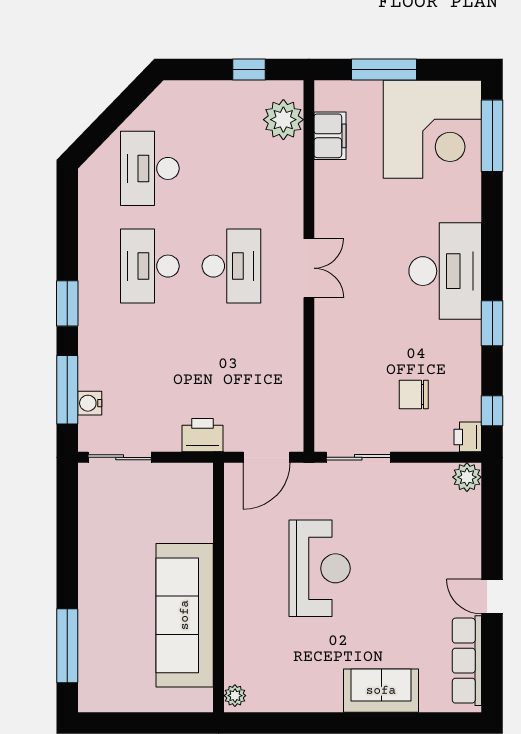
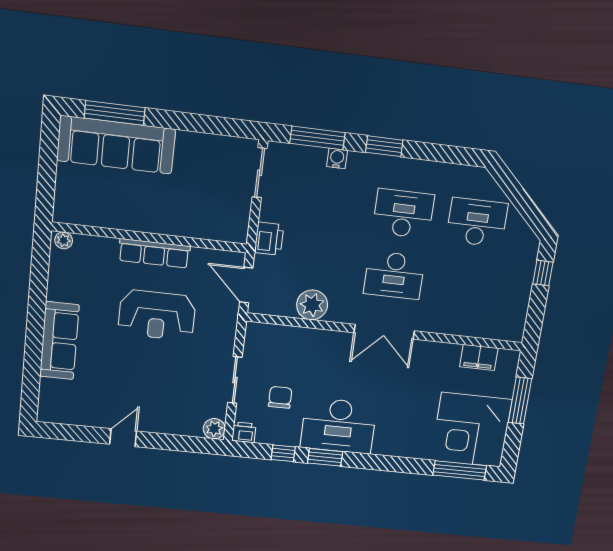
window: (249, 69) -> (543, 273), moved
plant: (283, 120) -> (312, 305), moved
double door: (309, 268) -> (384, 332), width x1.37
desk: (445, 271) -> (339, 426), moved
water cooler: (90, 403) -> (337, 158), moved
window: (492, 411) -> (283, 453), moved
sliding door: (358, 457) -> (235, 380), moved
sofa: (185, 615) -> (116, 145), moved, turned 180
row of seats: (467, 661) -> (154, 253), moved, turned 180
sofa: (381, 691) -> (59, 341), width x1.36

